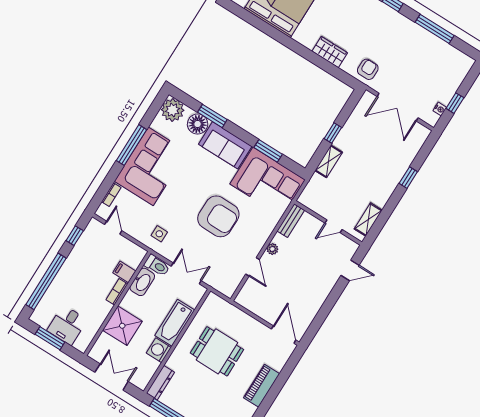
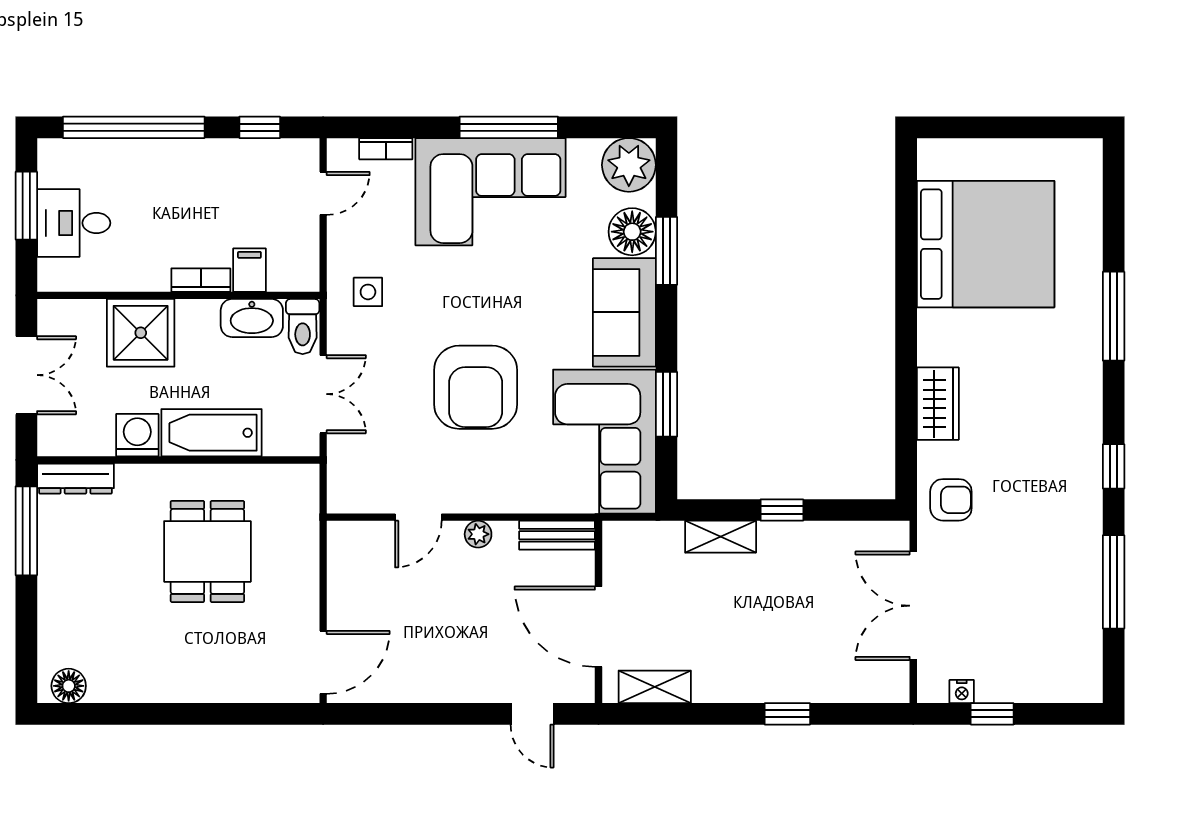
door: (333, 226) -> (599, 627), width x1.88
piano: (262, 386) -> (195, 682), removed

